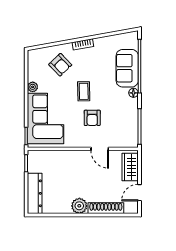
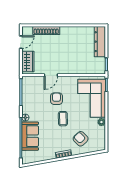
door: (100, 149) -> (51, 75), swing flipped
plant: (79, 206) -> (66, 32), removed

